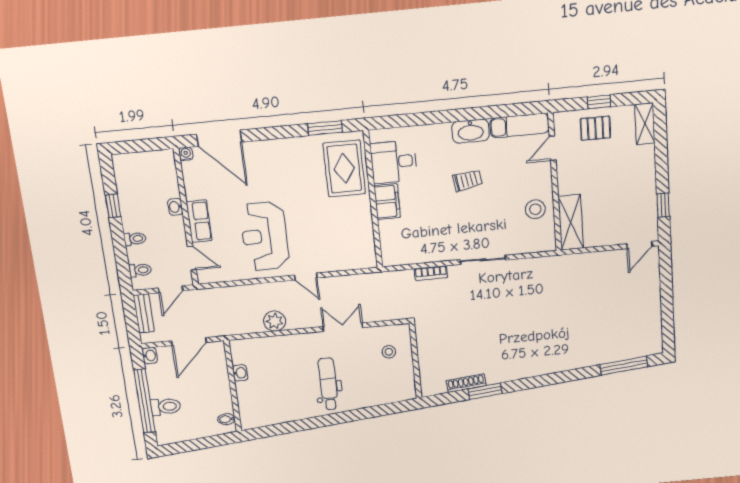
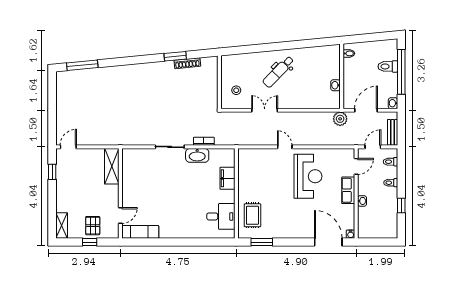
pallet: (595, 128) -> (93, 226), turned 90
washbasin: (471, 131) -> (197, 155), moved, turned 180
rug: (344, 168) -> (252, 215), width x0.73, depth x0.70
trolley: (467, 180) -> (175, 200), removed
filing cabinet: (387, 202) -> (228, 178), moved
stool: (535, 209) -> (134, 177), removed
door: (192, 258) -> (356, 166), swing flipped
plant: (275, 321) -> (340, 119), moved
double door: (343, 327) -> (265, 110), swing flipped
dental chair: (328, 384) -> (278, 72), turned 44

